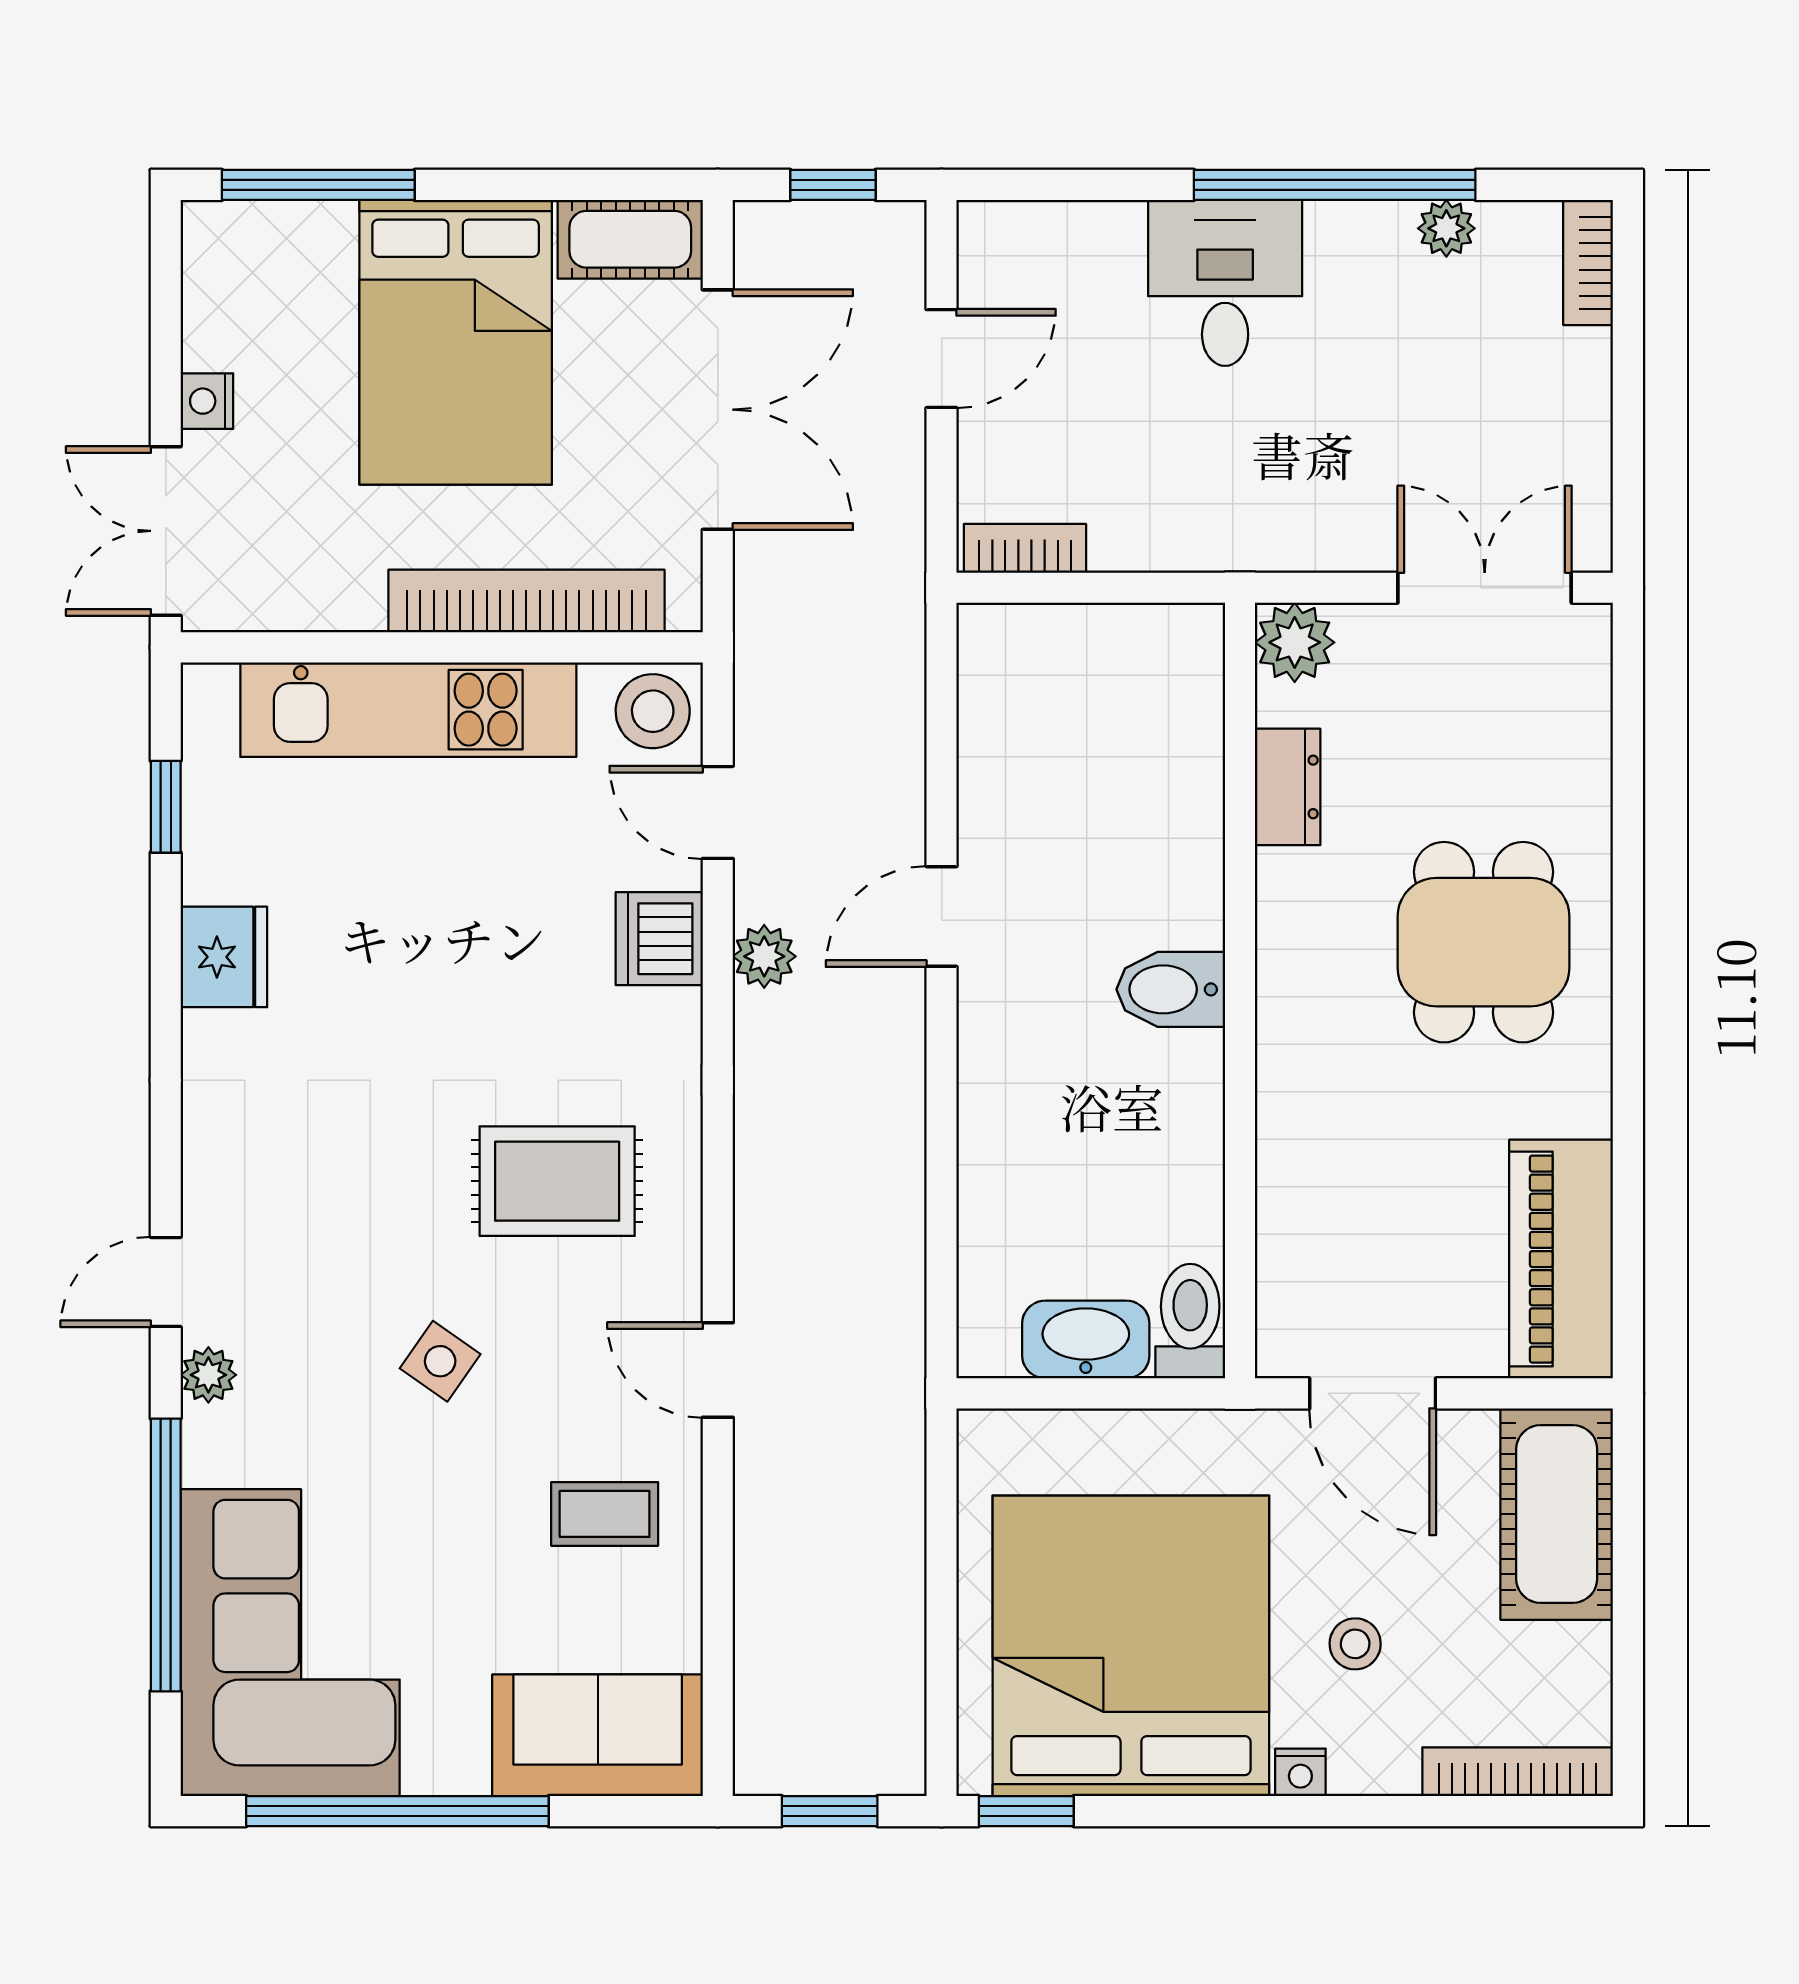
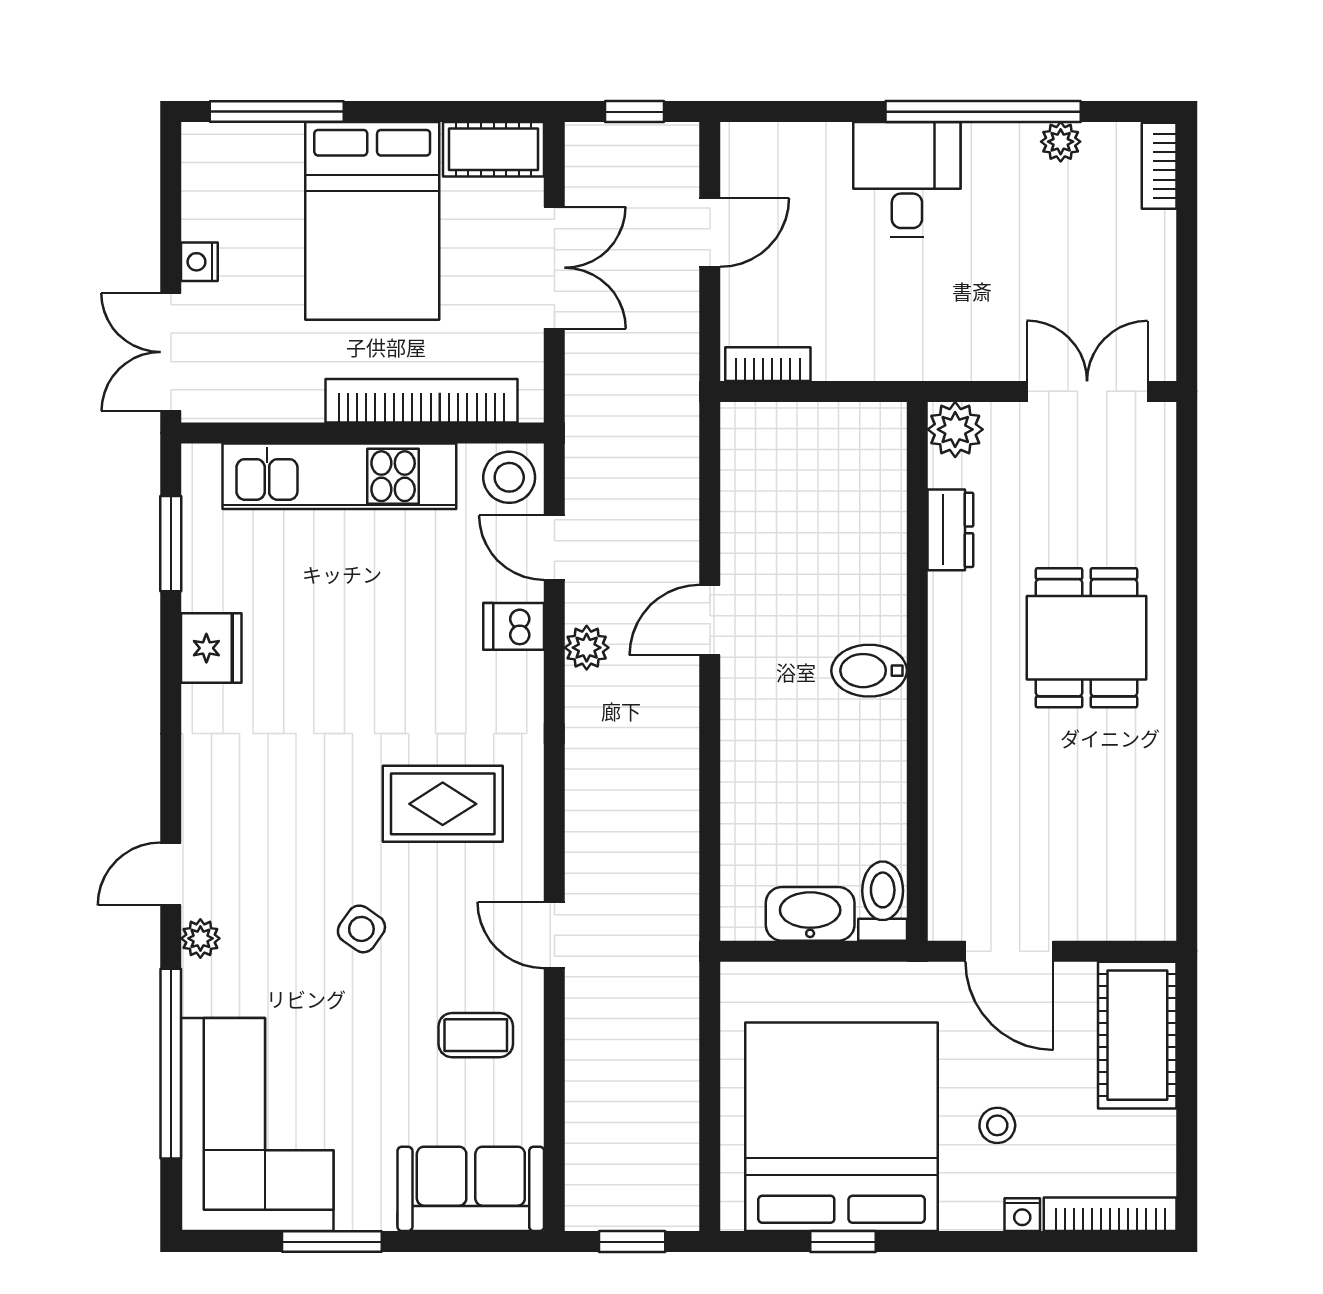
double door: (718, 410) -> (554, 268), width x0.73
window: (166, 807) -> (171, 544), width x1.50
dishwasher: (659, 939) -> (514, 626), width x0.73
piano: (1561, 1259) -> (1140, 858), removed
nightstand: (1300, 1772) -> (1022, 1215), moved
window: (397, 1811) -> (332, 1242), width x0.47
window: (1026, 1811) -> (843, 1242), moved

